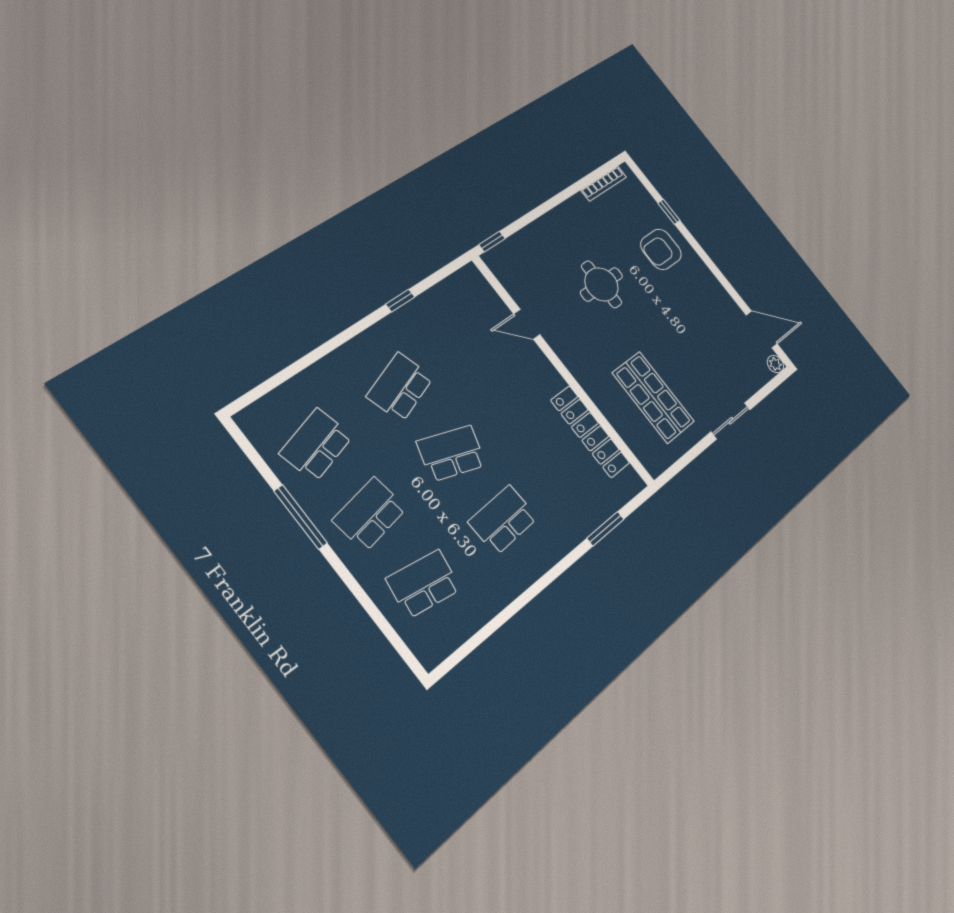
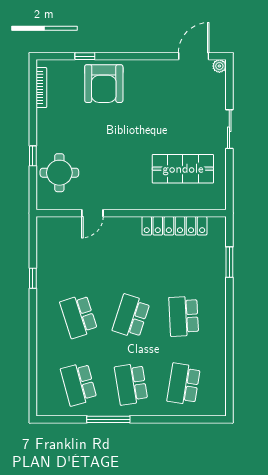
window: (492, 242) -> (33, 156), moved
armchair: (661, 249) -> (104, 84), width x1.36, depth x1.36
round table: (601, 284) -> (59, 173), moved

